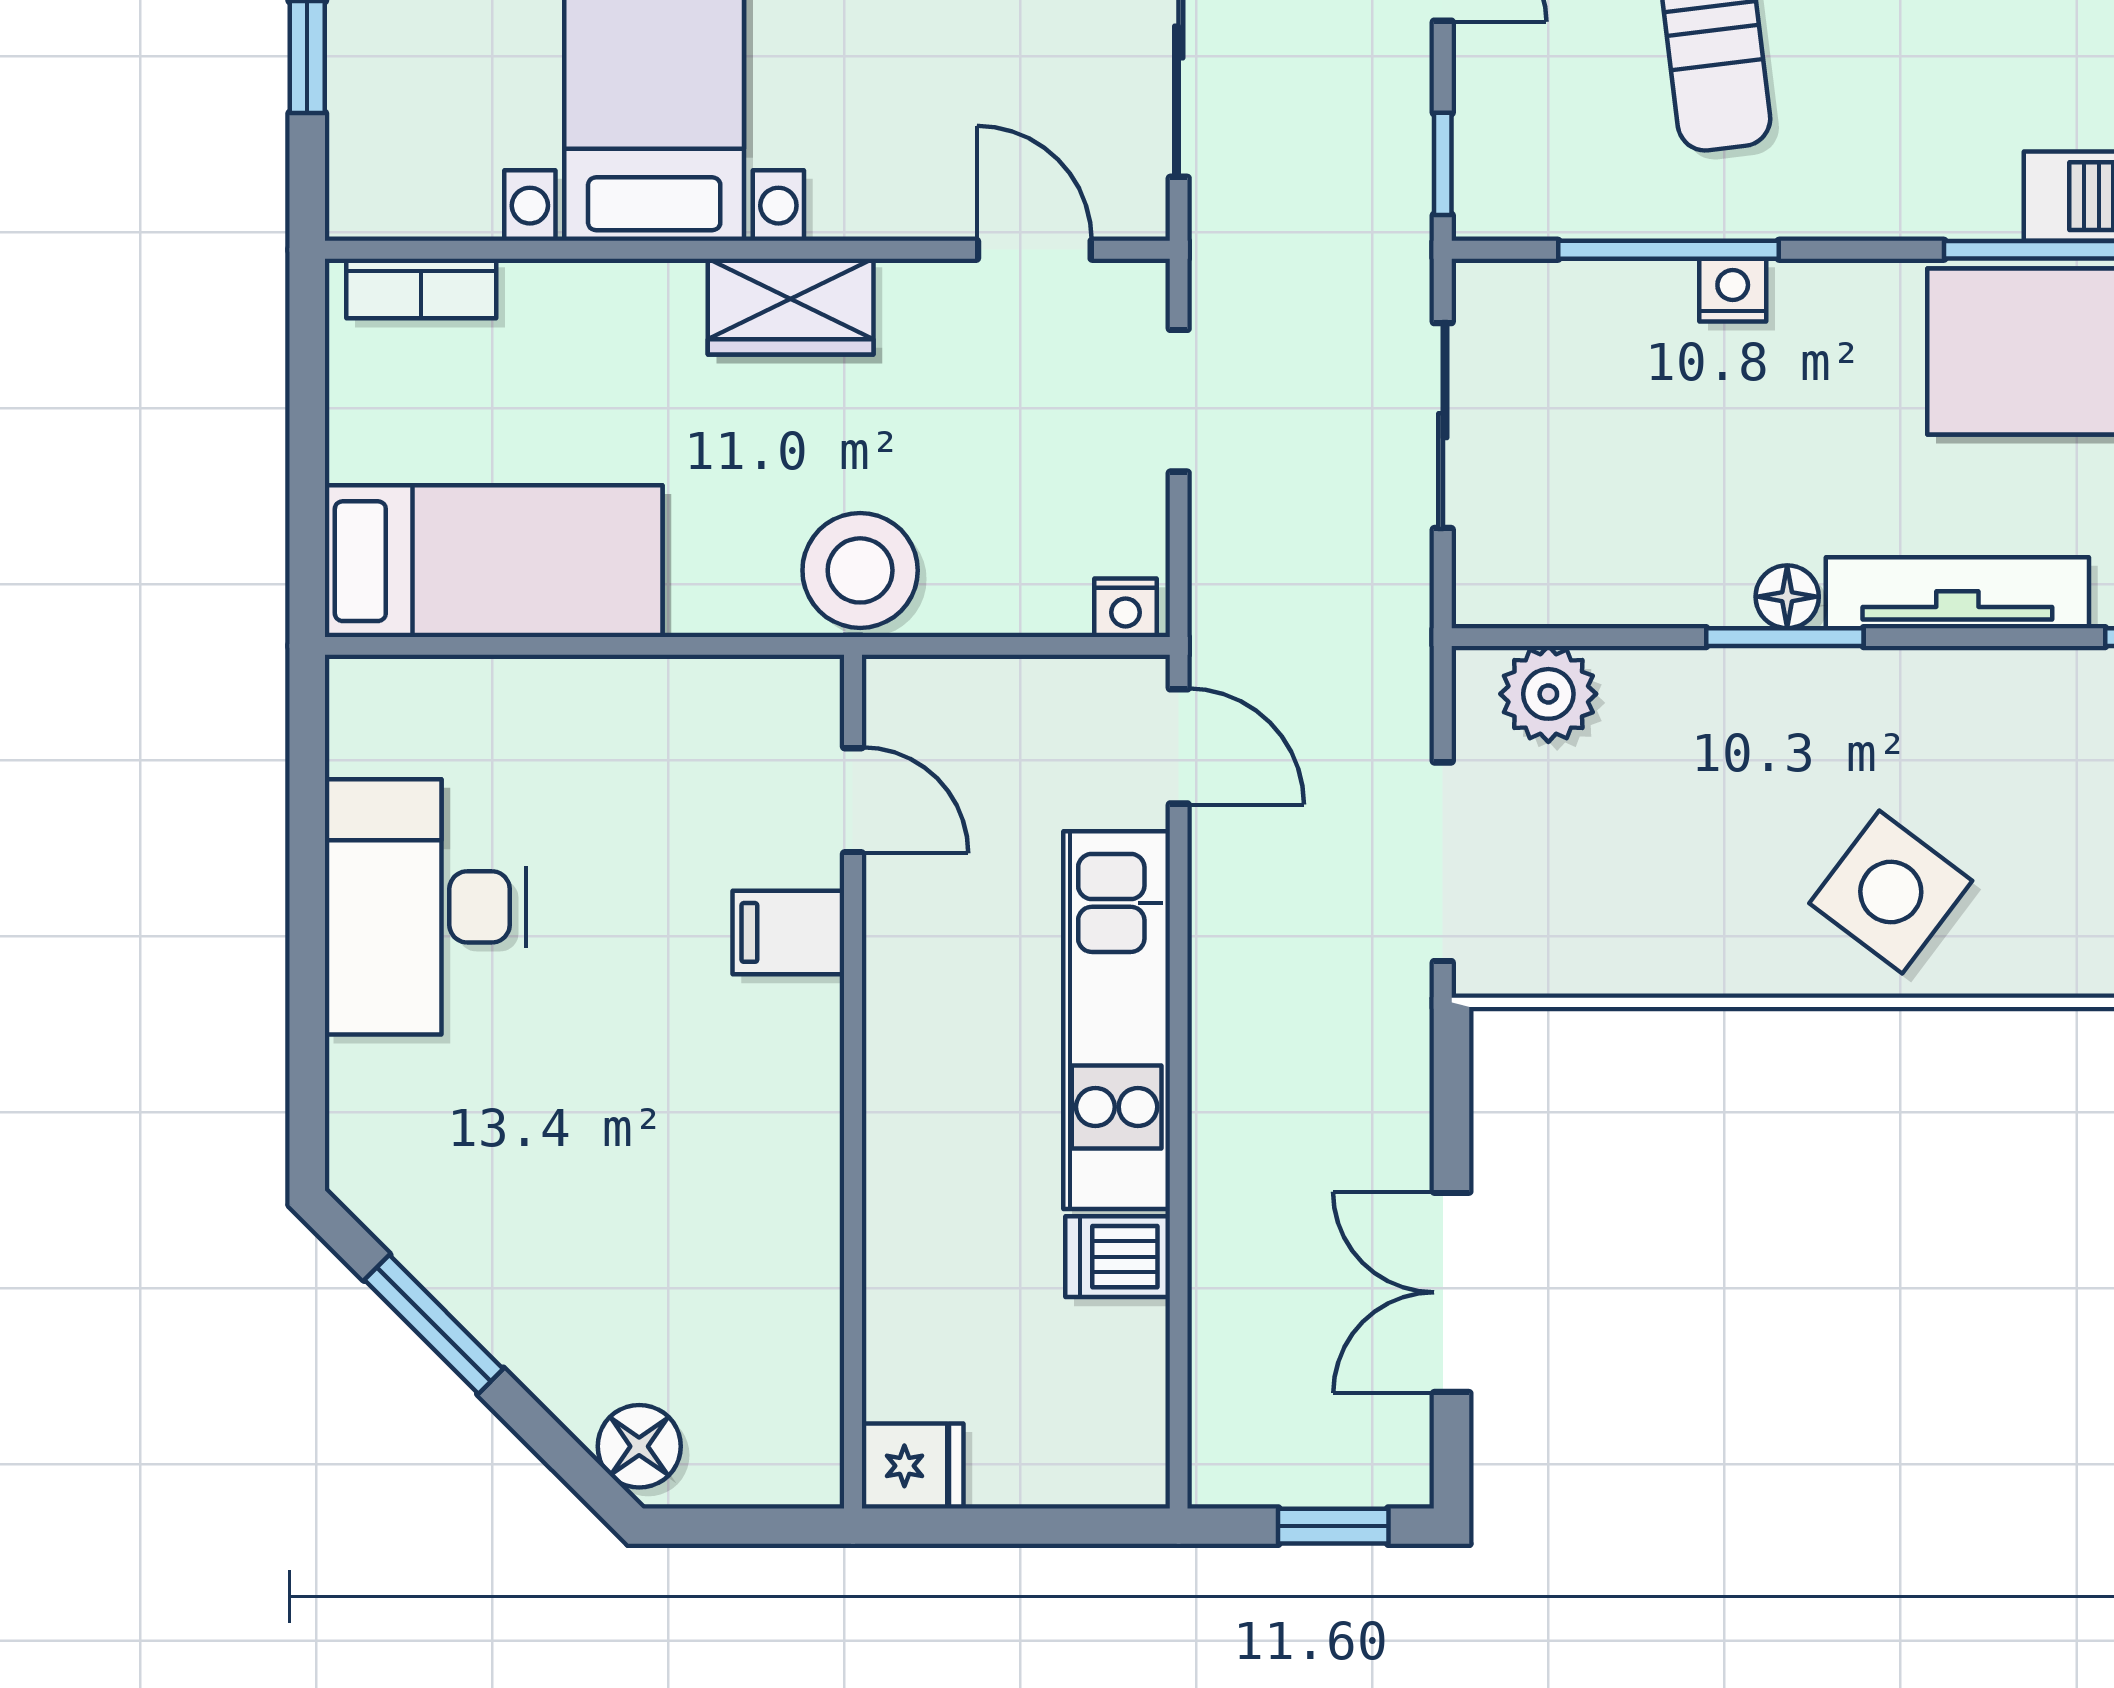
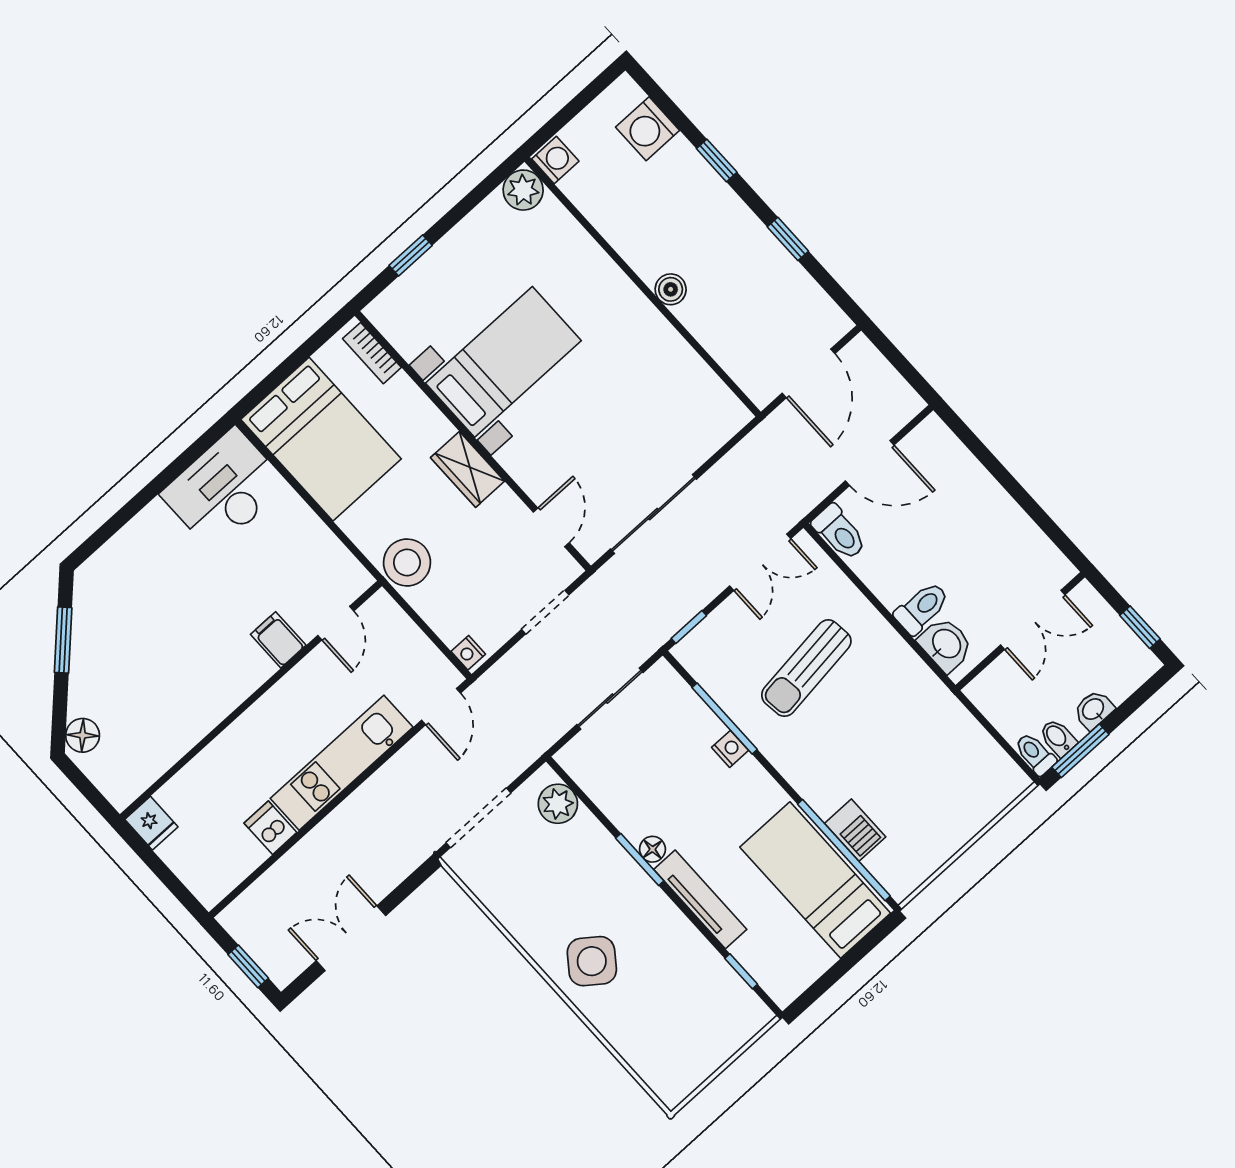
bed: (494, 561) -> (321, 439), width x1.50
desk: (425, 907) -> (224, 489), moved

